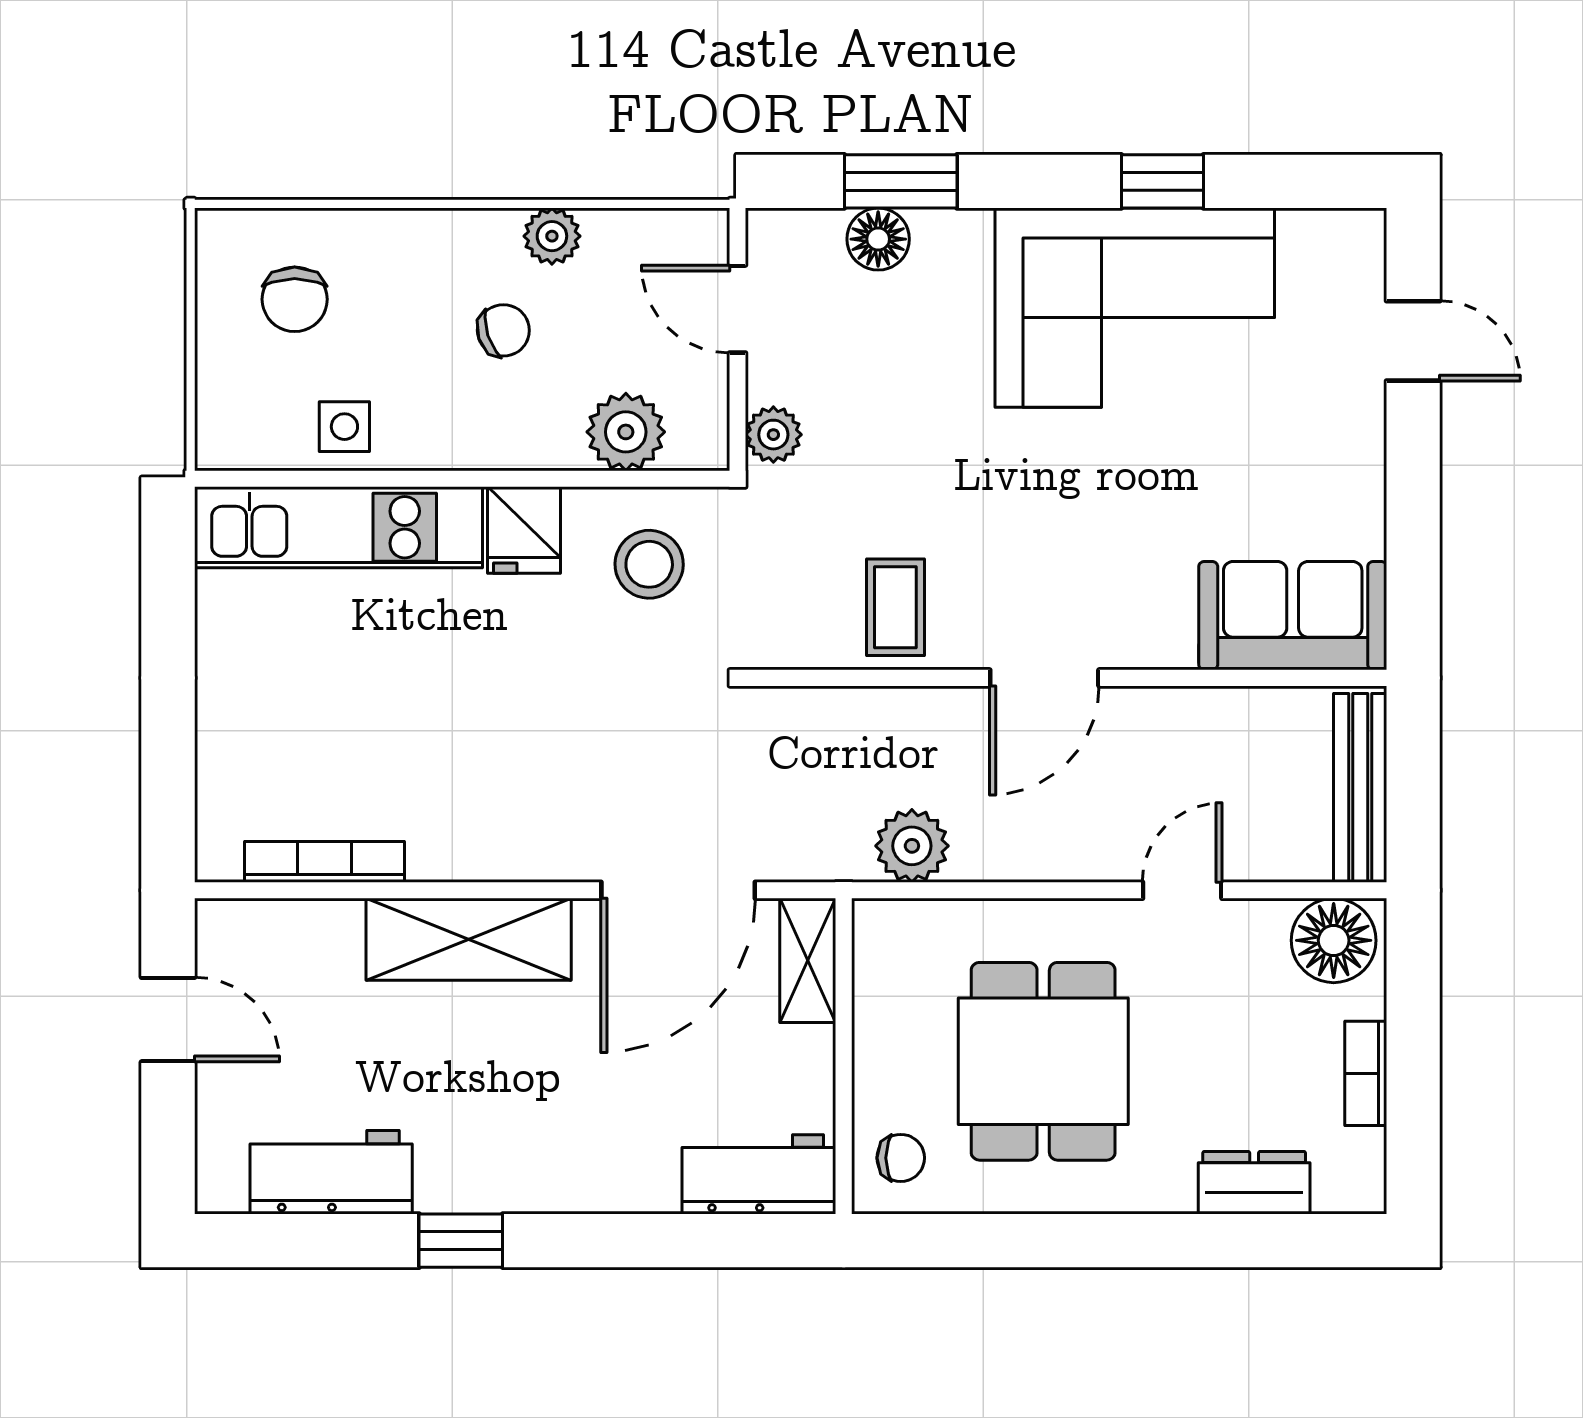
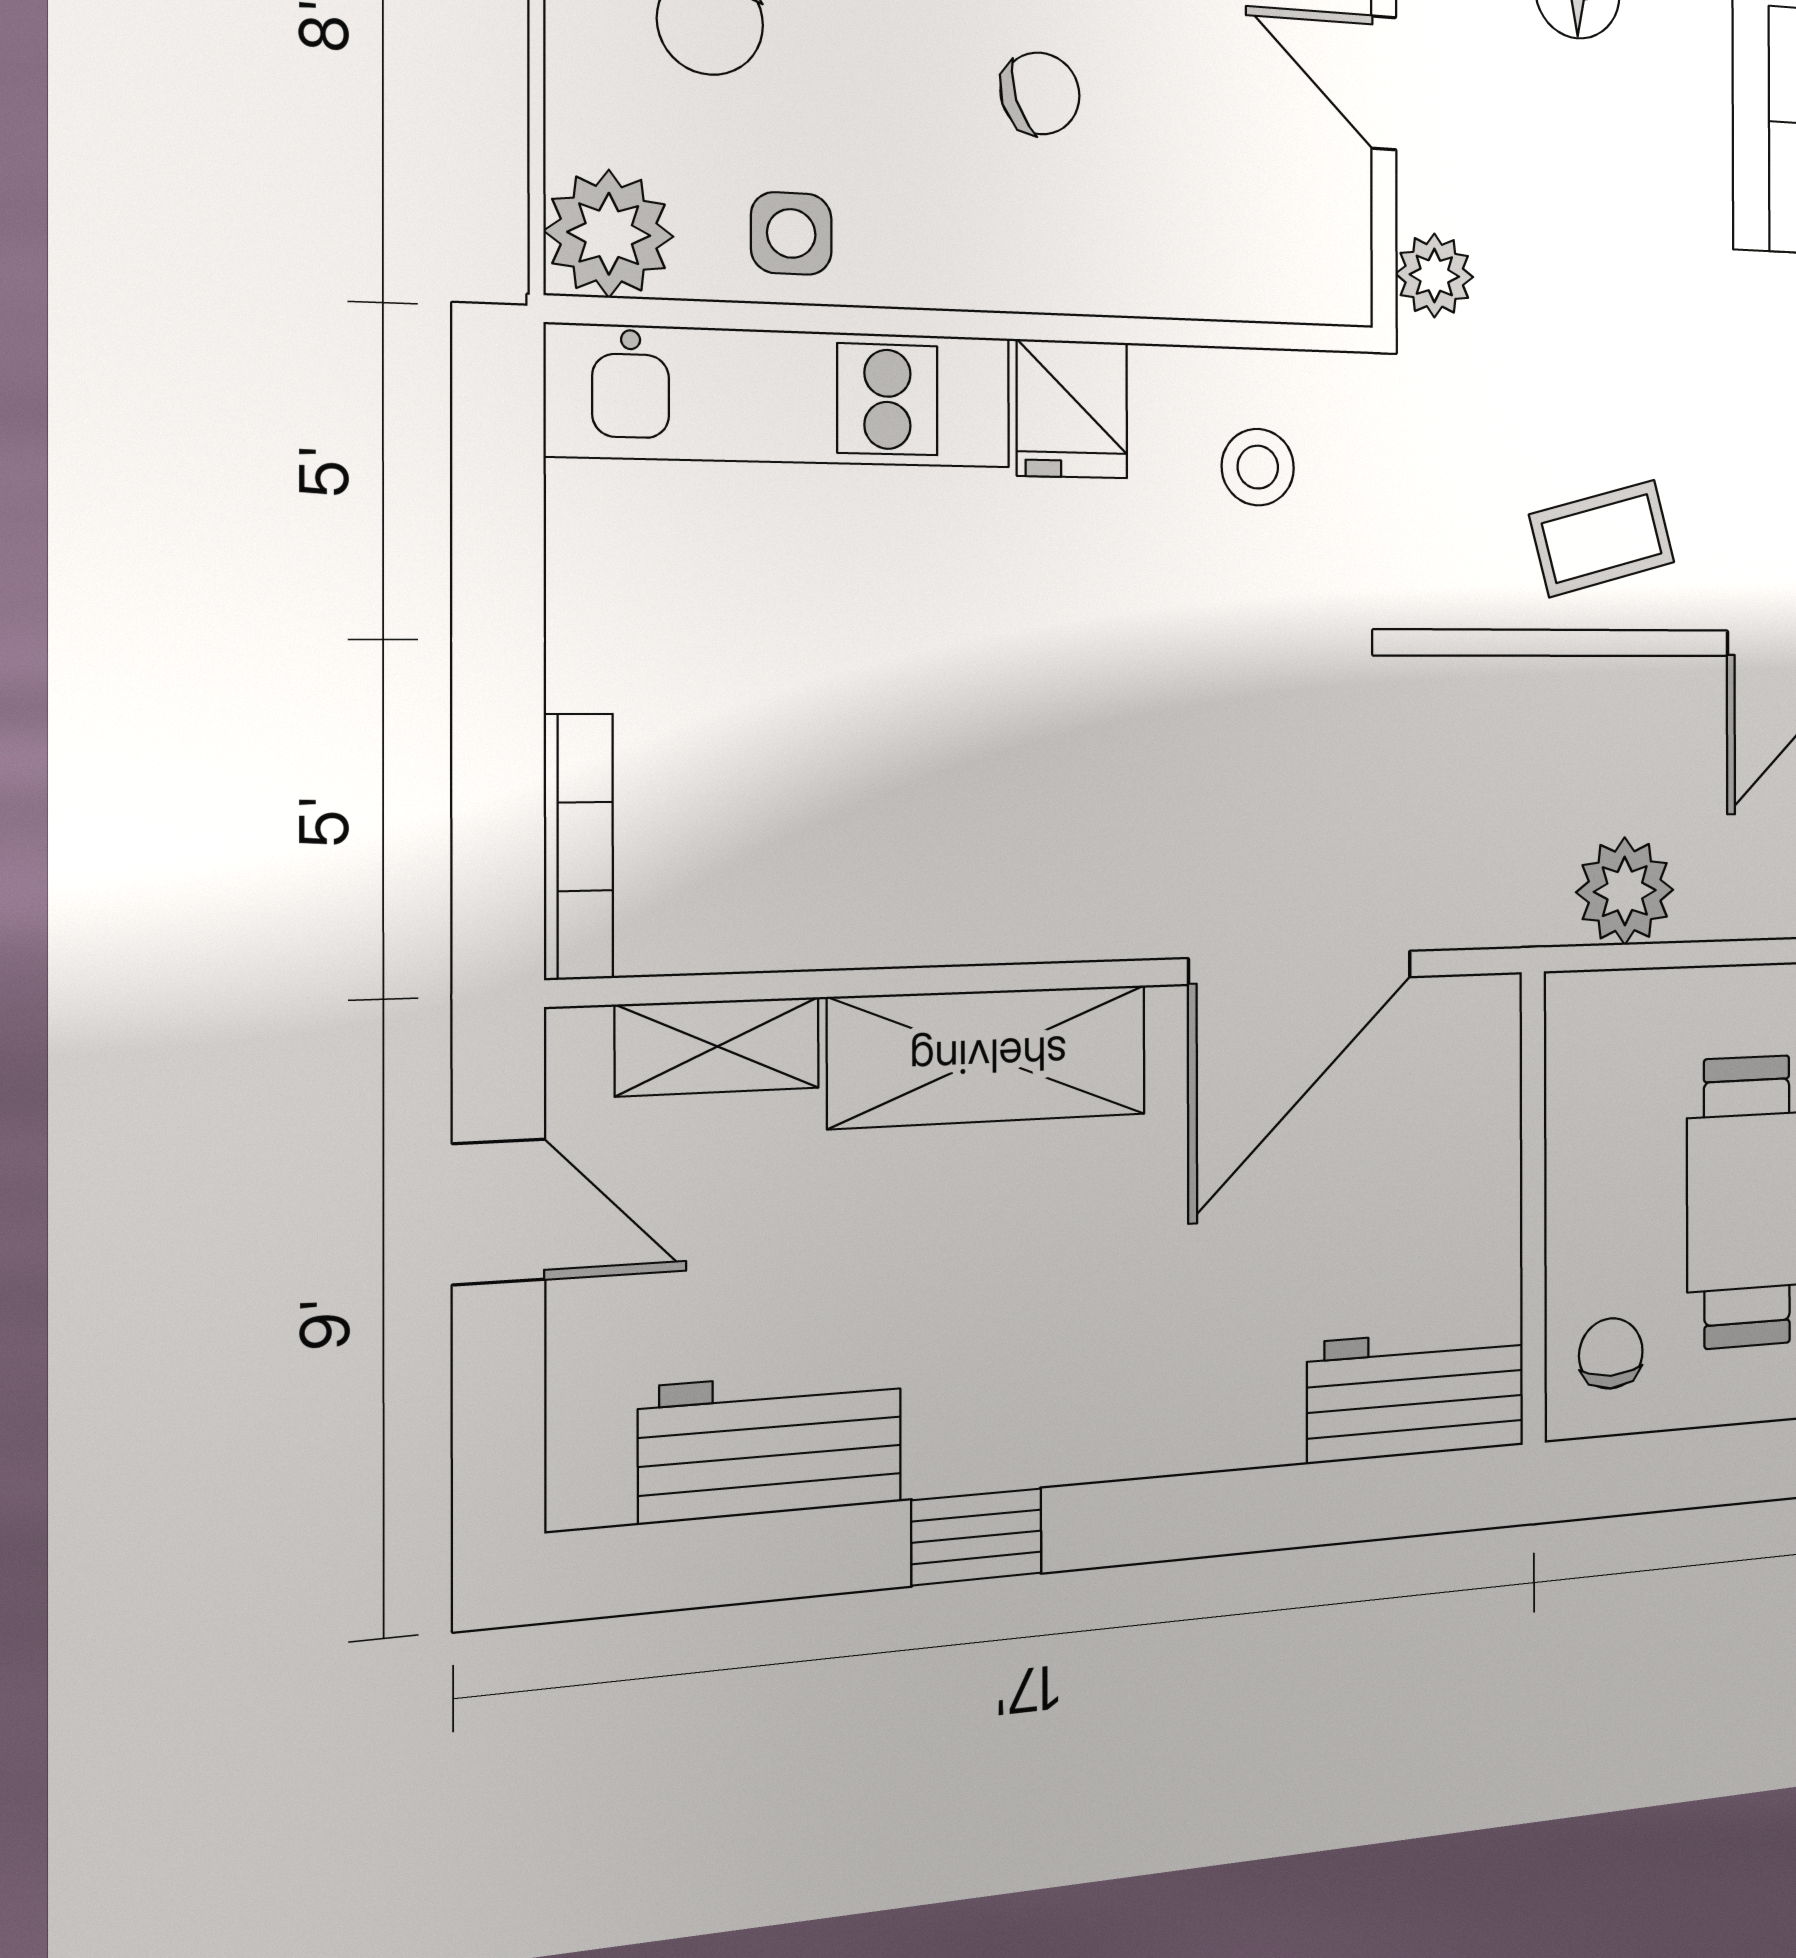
plant: (626, 432) -> (609, 234), moved
stool: (649, 564) -> (1258, 467), width x0.73, depth x0.73
coffee table: (895, 607) -> (1602, 538), turned 75
bookcase: (325, 862) -> (578, 847), moved, turned 90
shelving: (808, 960) -> (717, 1047), moved, turned 90
chair: (901, 1158) -> (1611, 1353), turned -90

